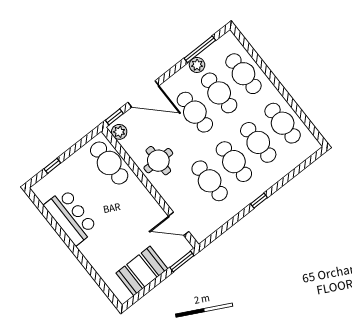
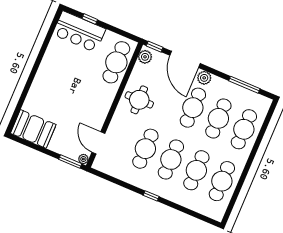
plant: (197, 65) -> (204, 78), moved
bar counter: (71, 217) -> (79, 32), moved, turned 90
plant: (186, 247) -> (83, 159), added
booth: (142, 271) -> (33, 129), moved

